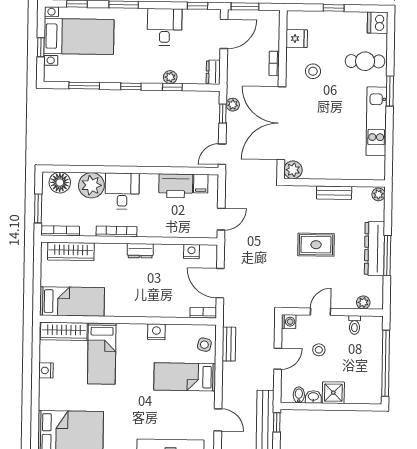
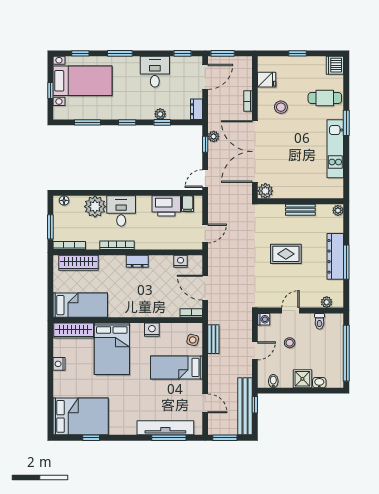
floor lamp: (60, 183) -> (64, 200), width x0.53, depth x0.53
bed: (102, 354) -> (112, 349), width x1.50
washbasin: (313, 397) -> (319, 383), moved

